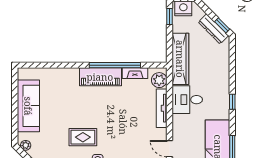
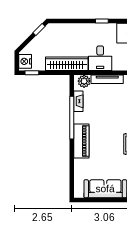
dresser: (213, 29) -> (42, 37), removed
piano: (100, 77) -> (81, 141), moved

